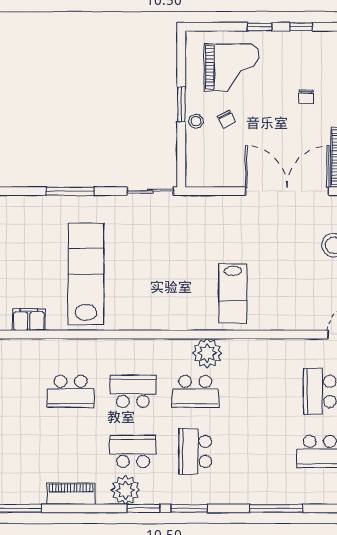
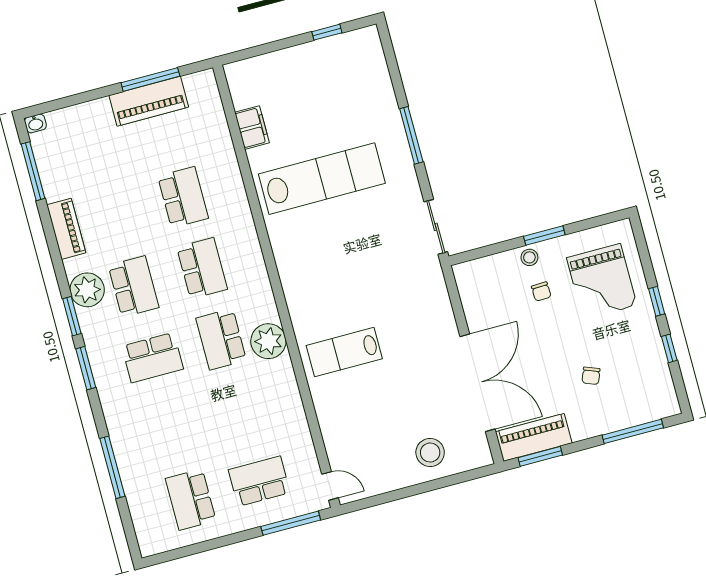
chair: (306, 97) -> (591, 376), turned -69
chair: (226, 119) -> (541, 292), turned -65
school desk: (71, 391) -> (183, 197), turned 180
school desk: (195, 451) -> (153, 358), turned 180

